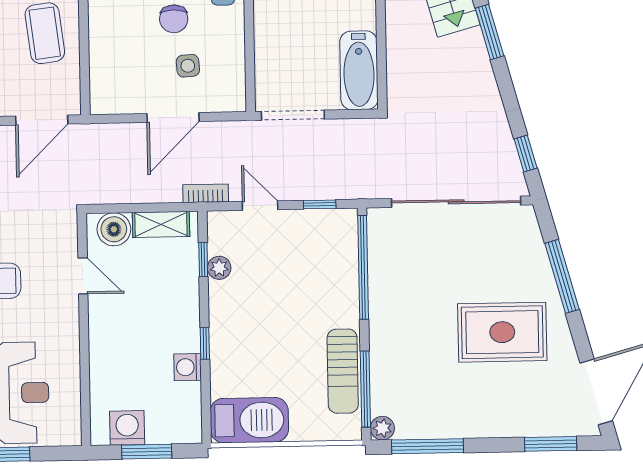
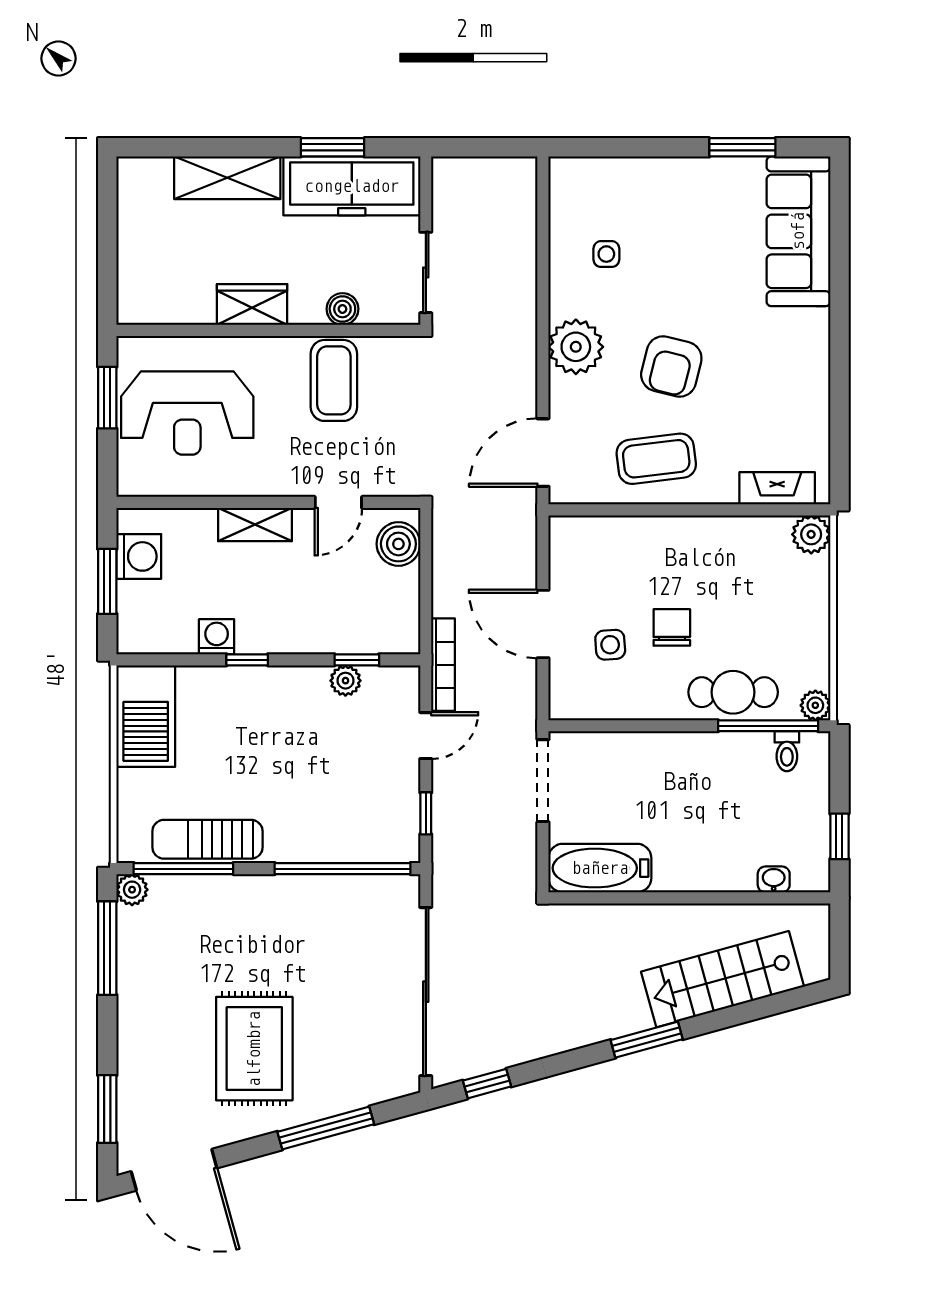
chair: (174, 19) -> (672, 627), turned 90
door: (42, 120) -> (543, 453), hinge flipped
bookcase: (206, 193) -> (443, 665), width x1.56
shelving: (161, 224) -> (255, 525), moved, turned 90

